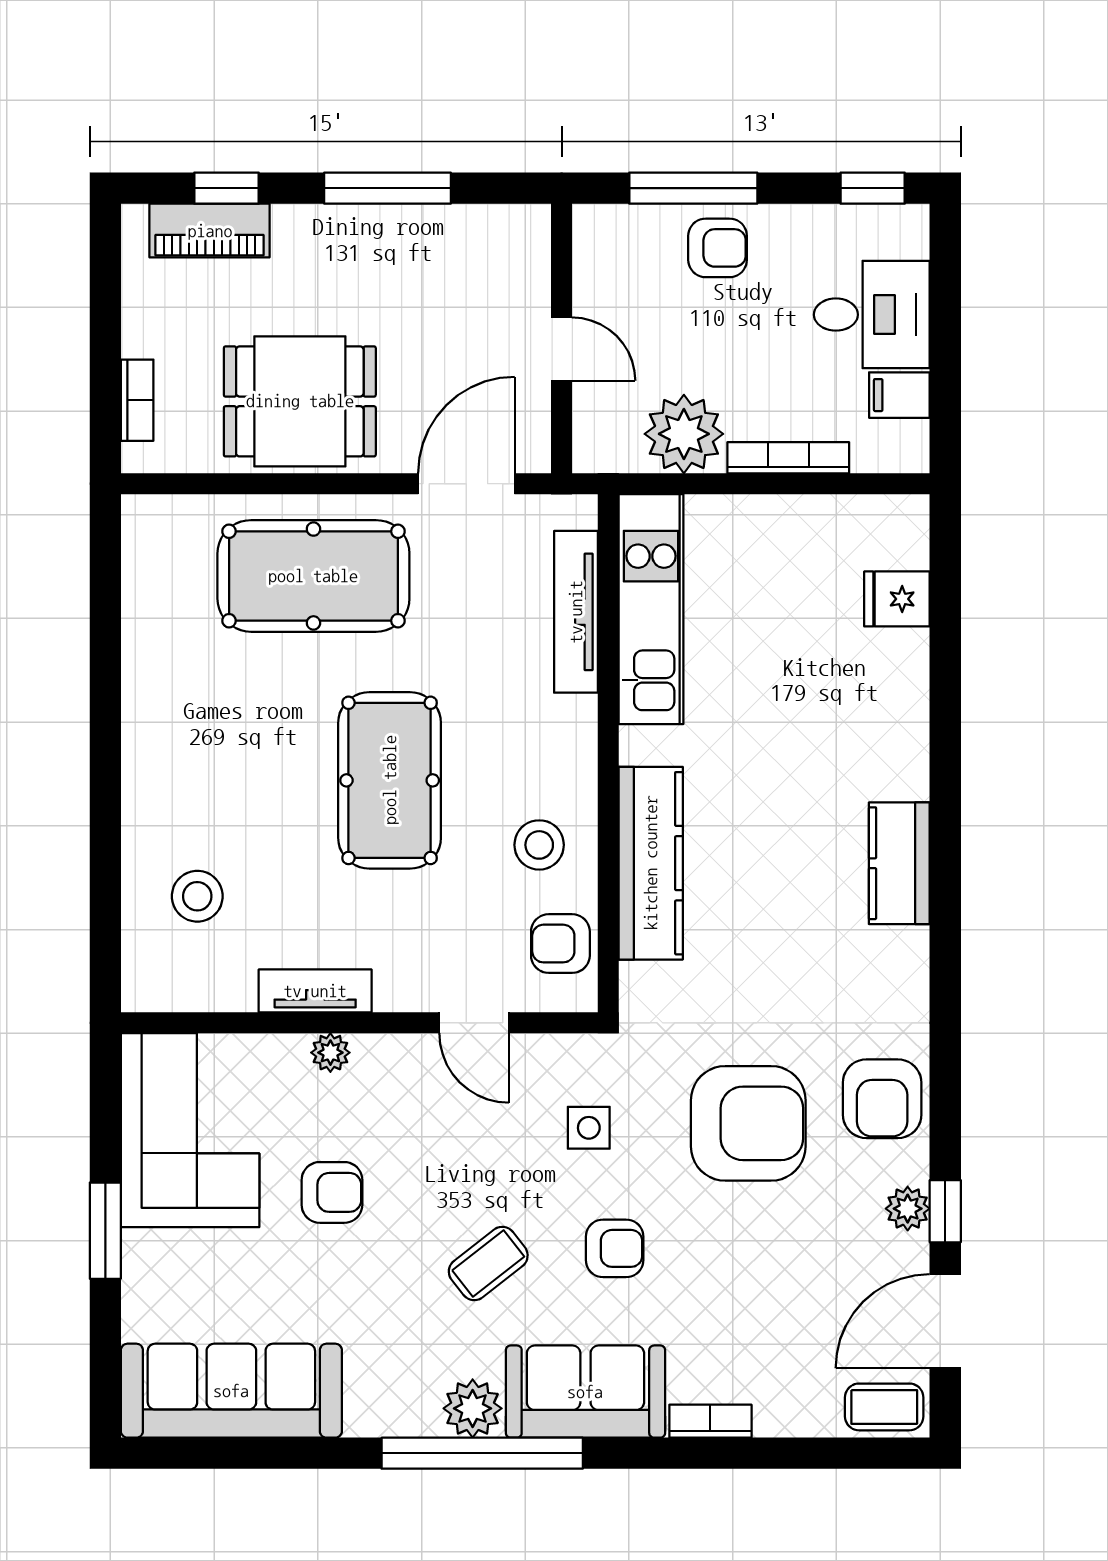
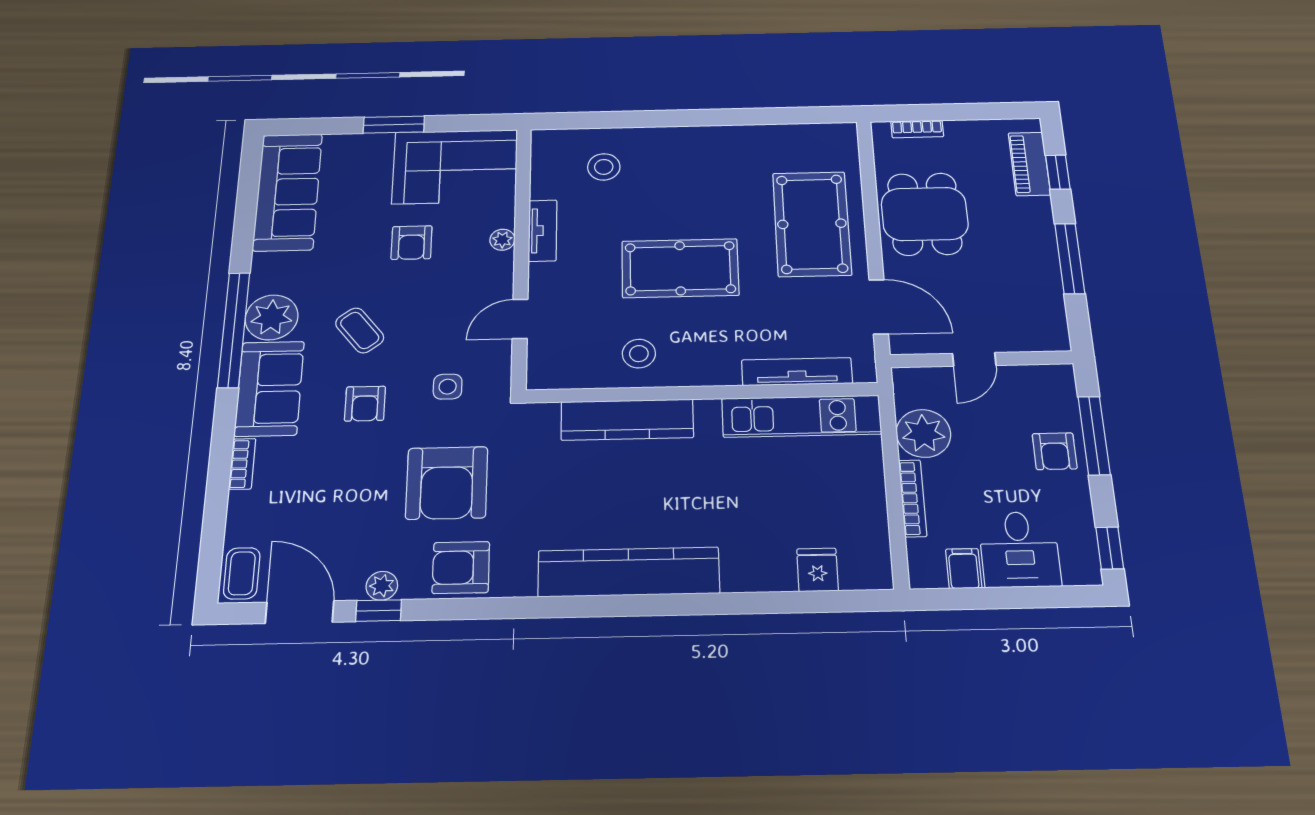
kitchen counter: (899, 863) -> (629, 572), width x2.08, depth x1.17
armchair: (560, 944) -> (572, 367), removed
plant: (473, 1408) -> (272, 317), width x1.36, depth x1.36

